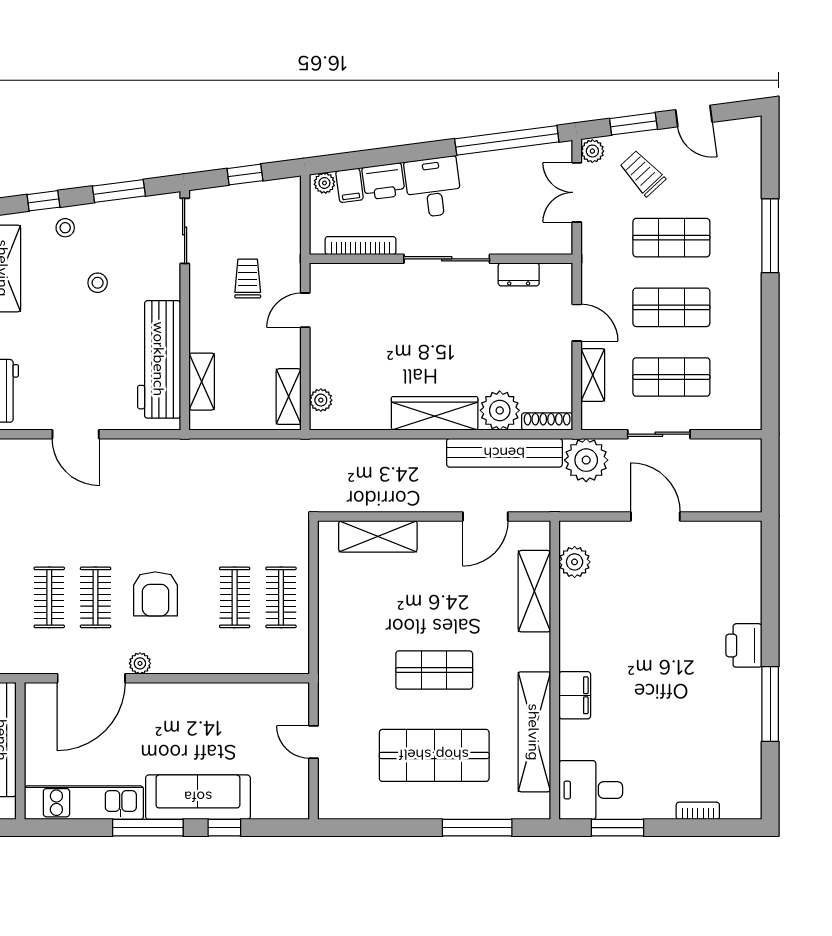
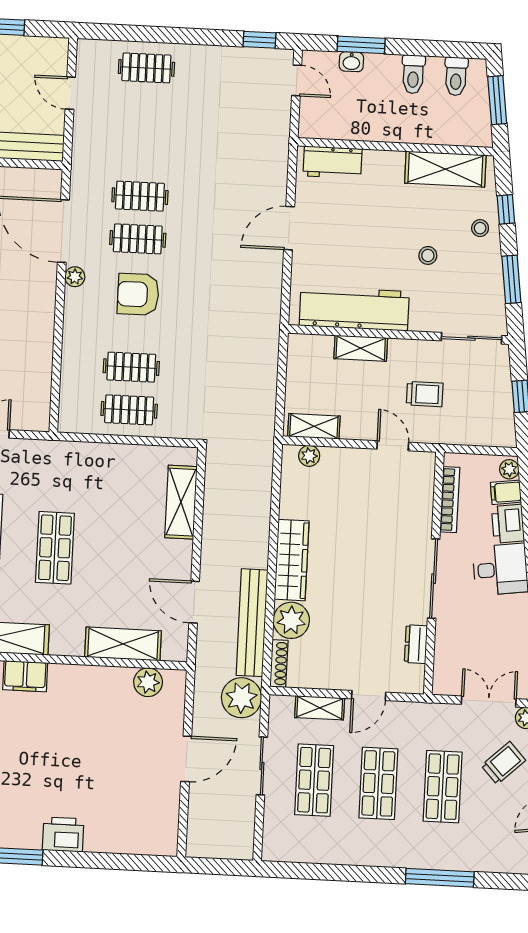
shelving: (202, 382) -> (361, 348), moved

